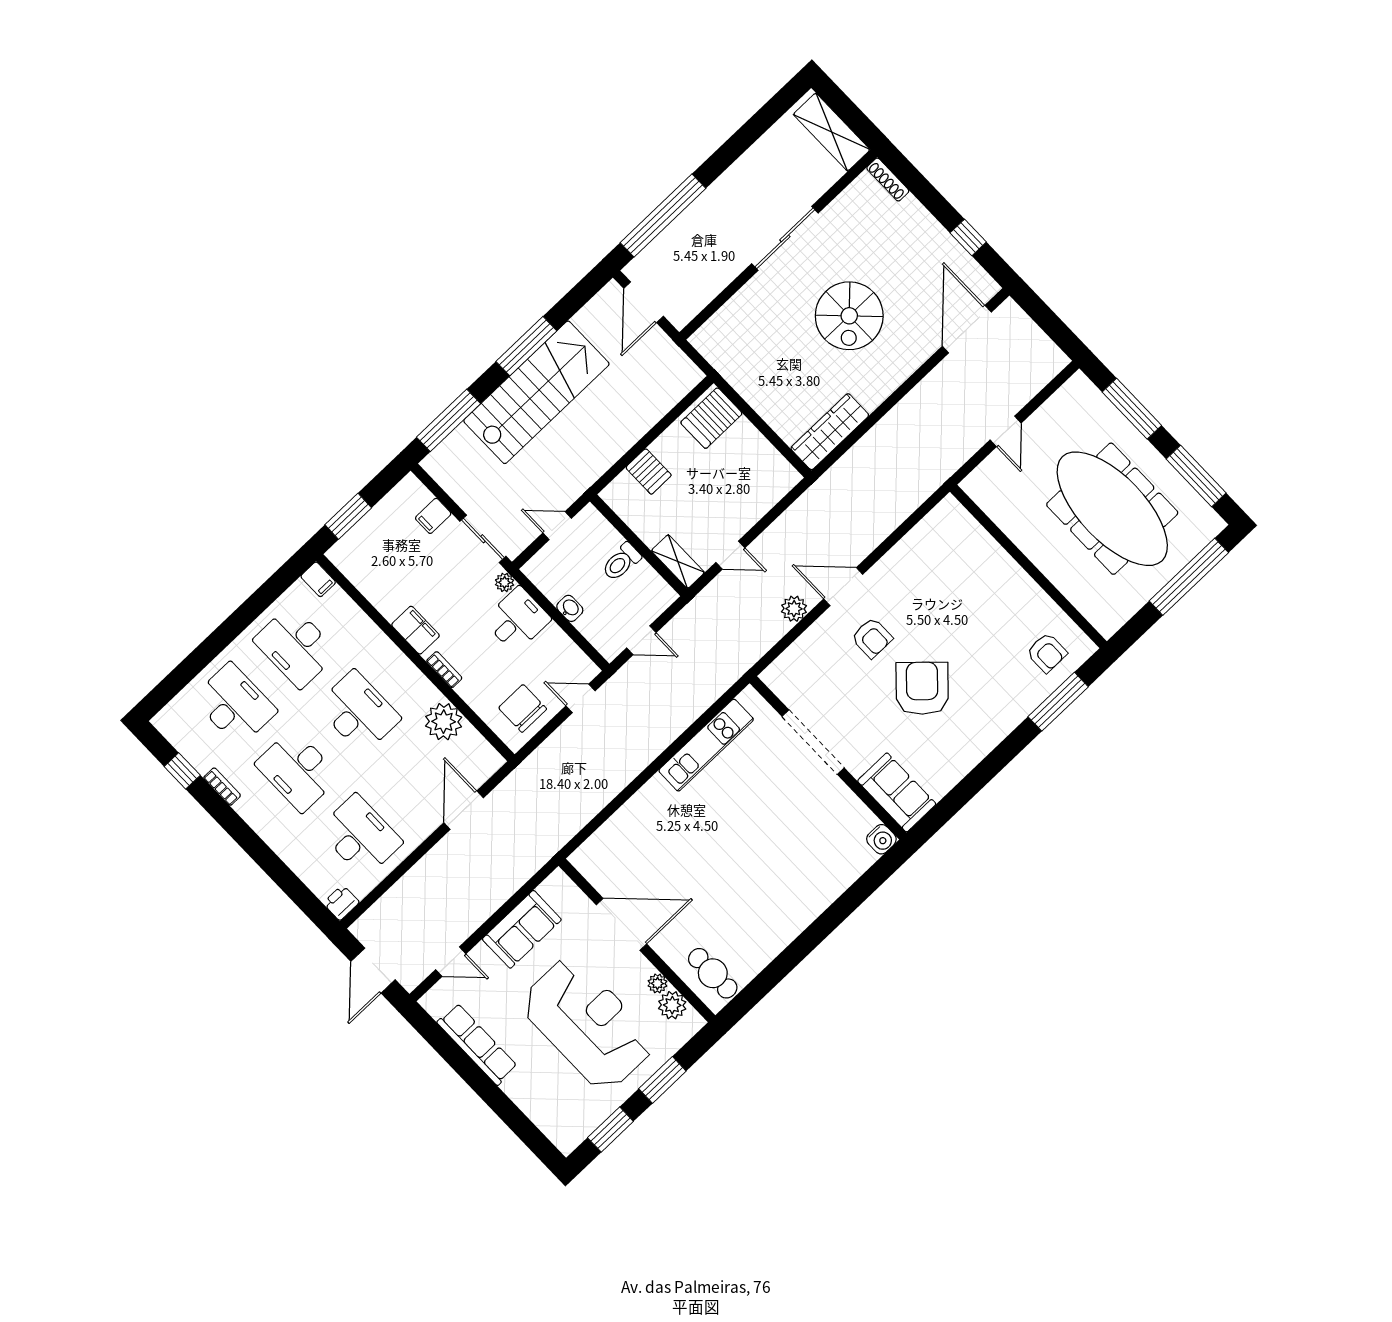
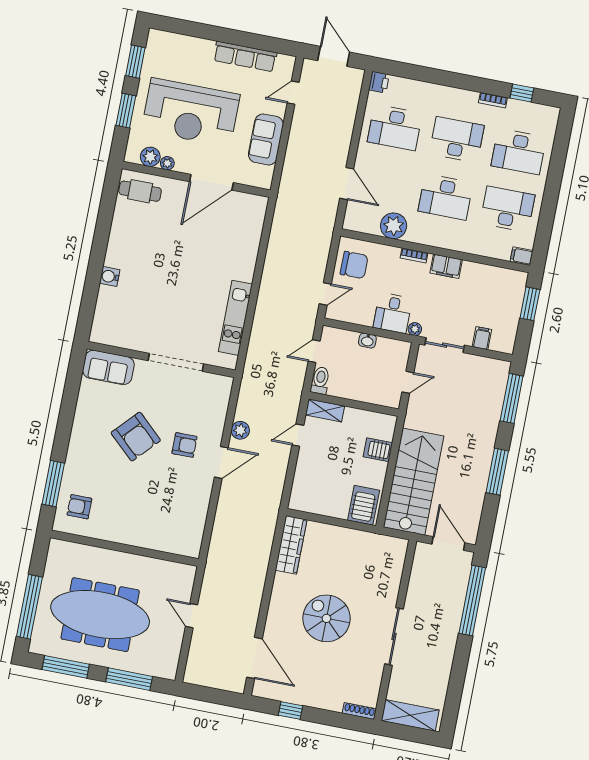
stairs: (536, 392) -> (414, 482), moved, turned 180
toilet: (621, 562) -> (320, 380), moved
armchair: (872, 638) -> (184, 445), turned 180
water cooler: (881, 839) -> (110, 276), moved

